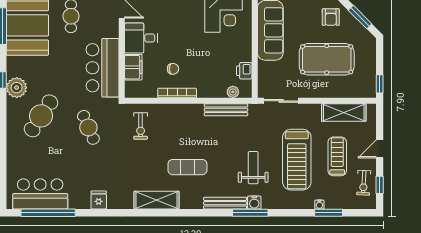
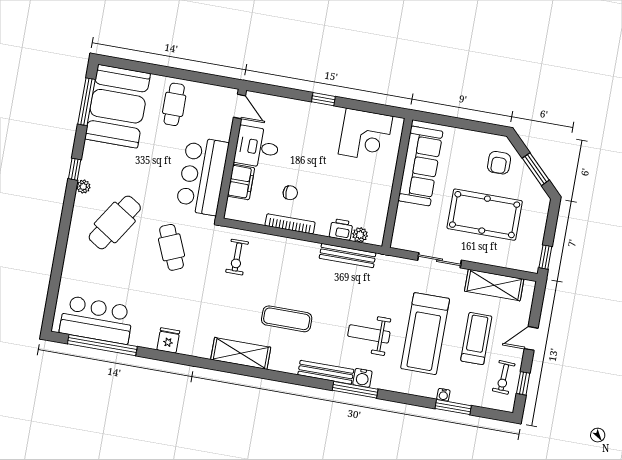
printer: (244, 71) -> (341, 229), moved, turned 90
plant: (17, 88) -> (83, 187), width x0.53, depth x0.53
sliding door: (281, 101) -> (440, 260), moved
weight bench: (253, 168) -> (369, 334), turned -90

